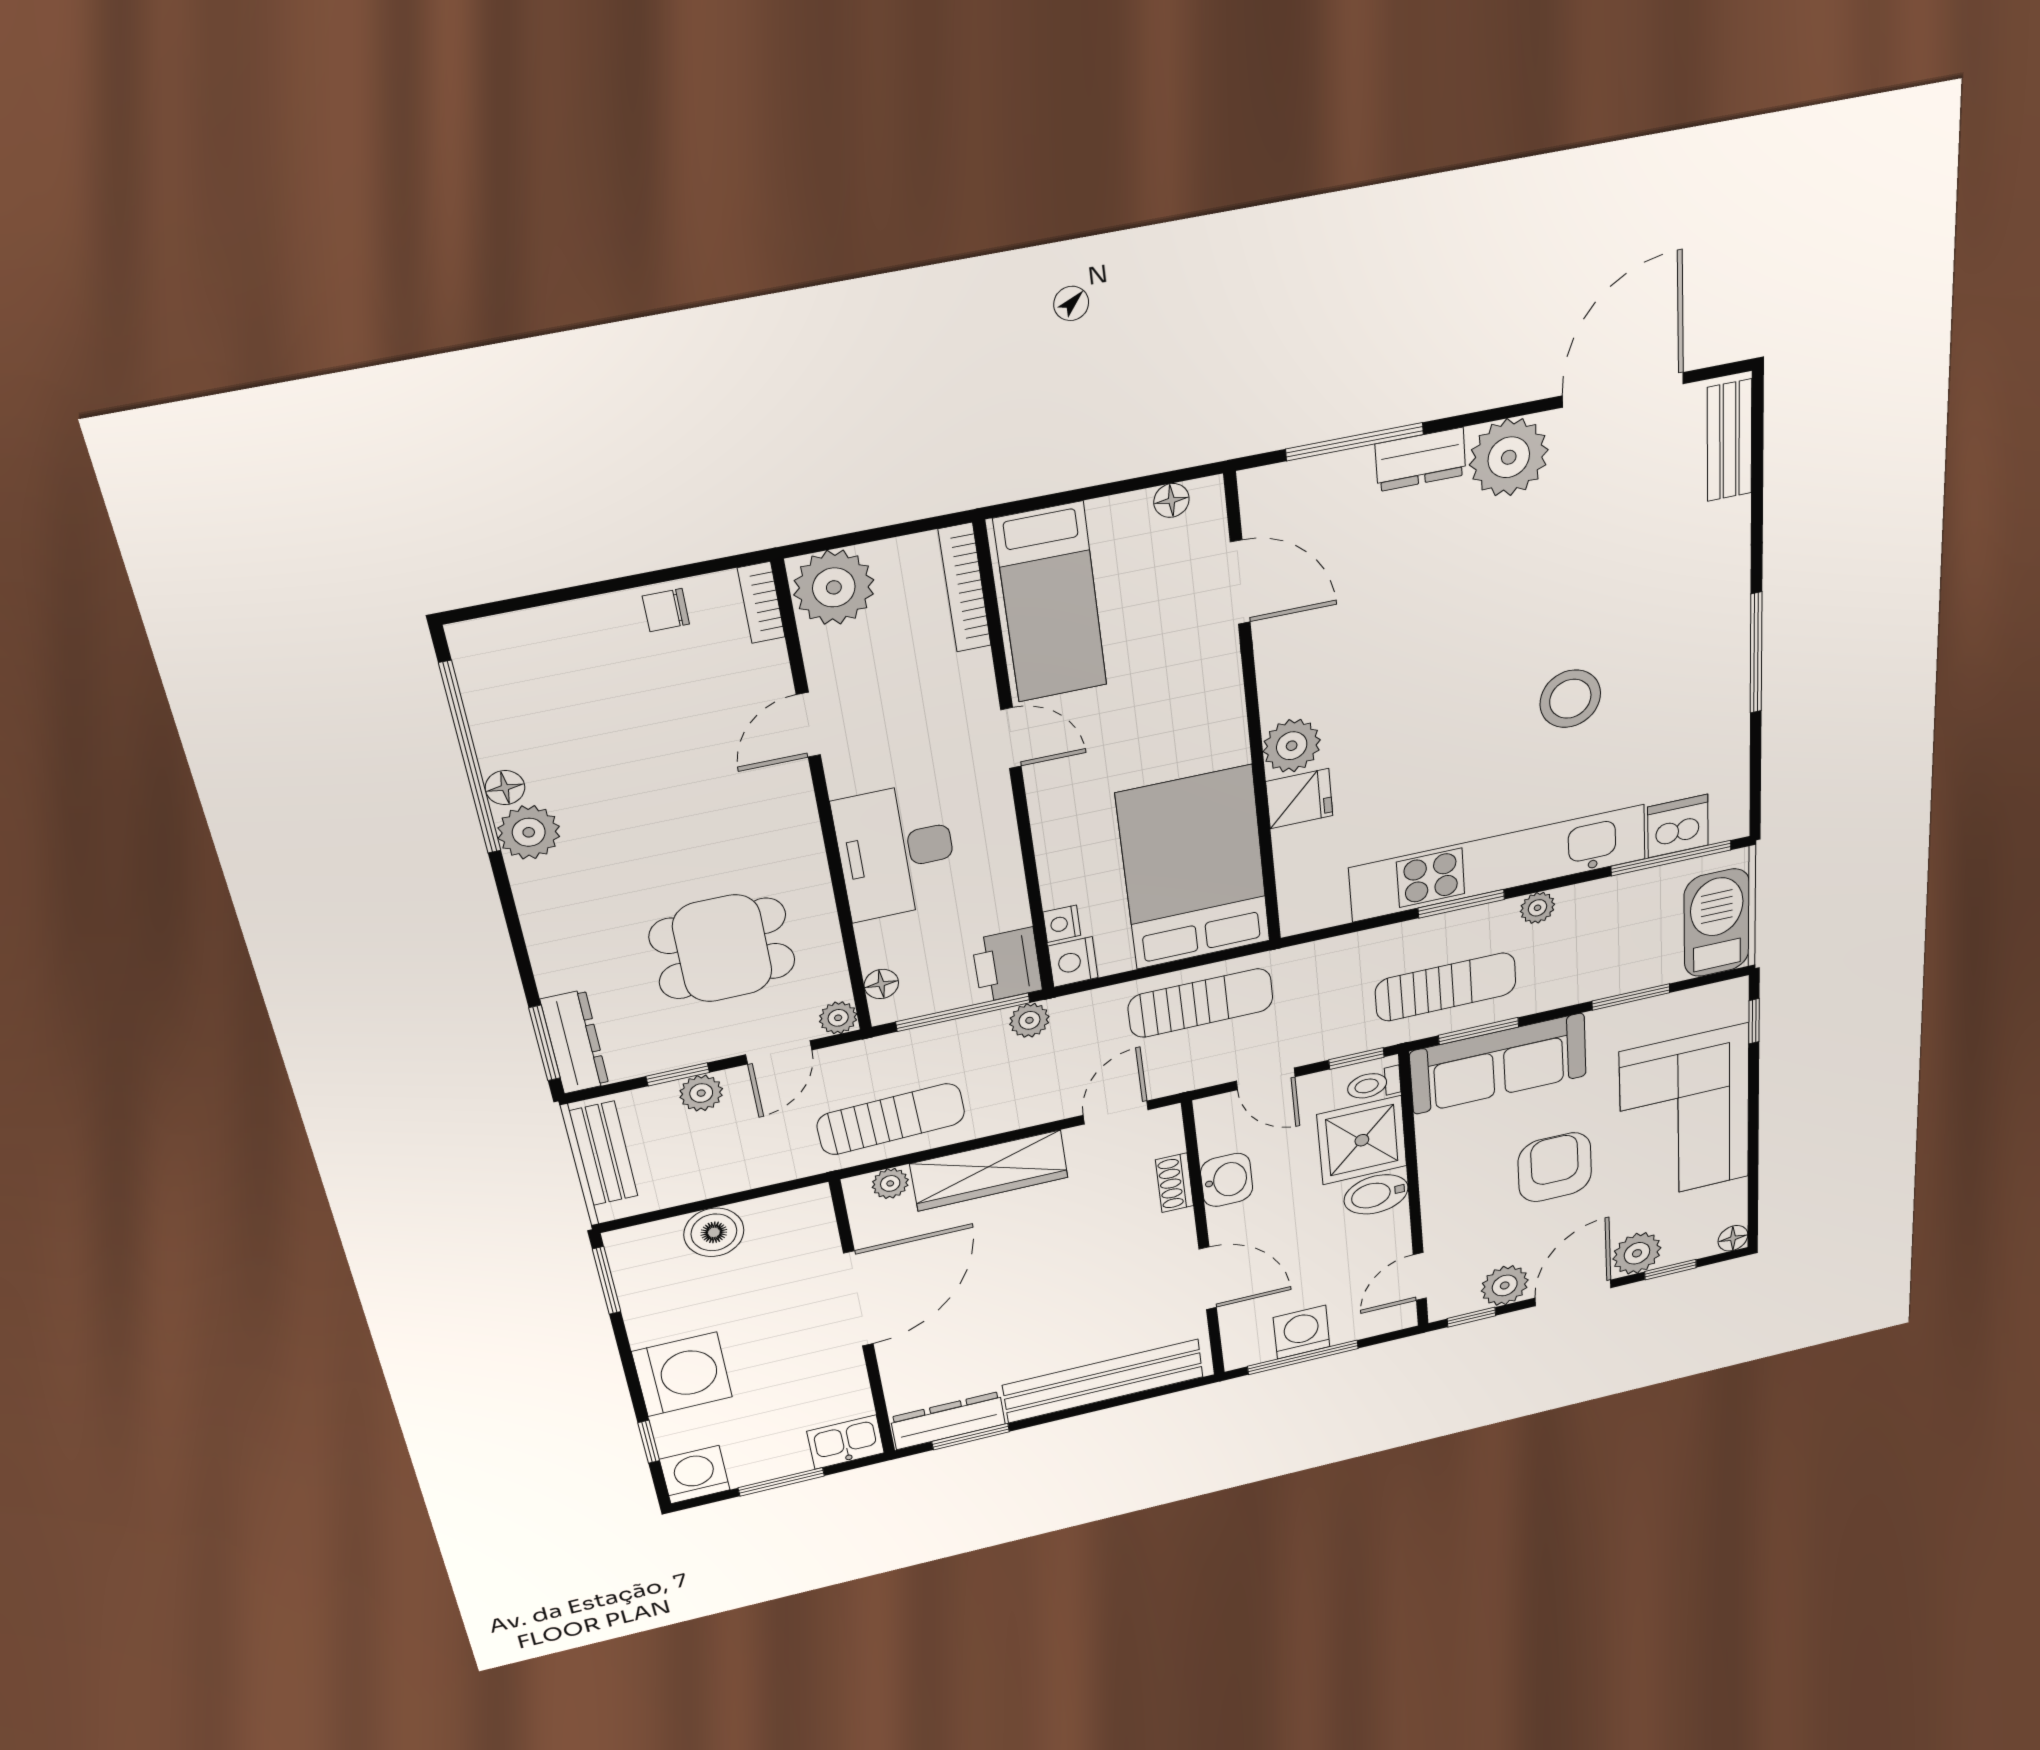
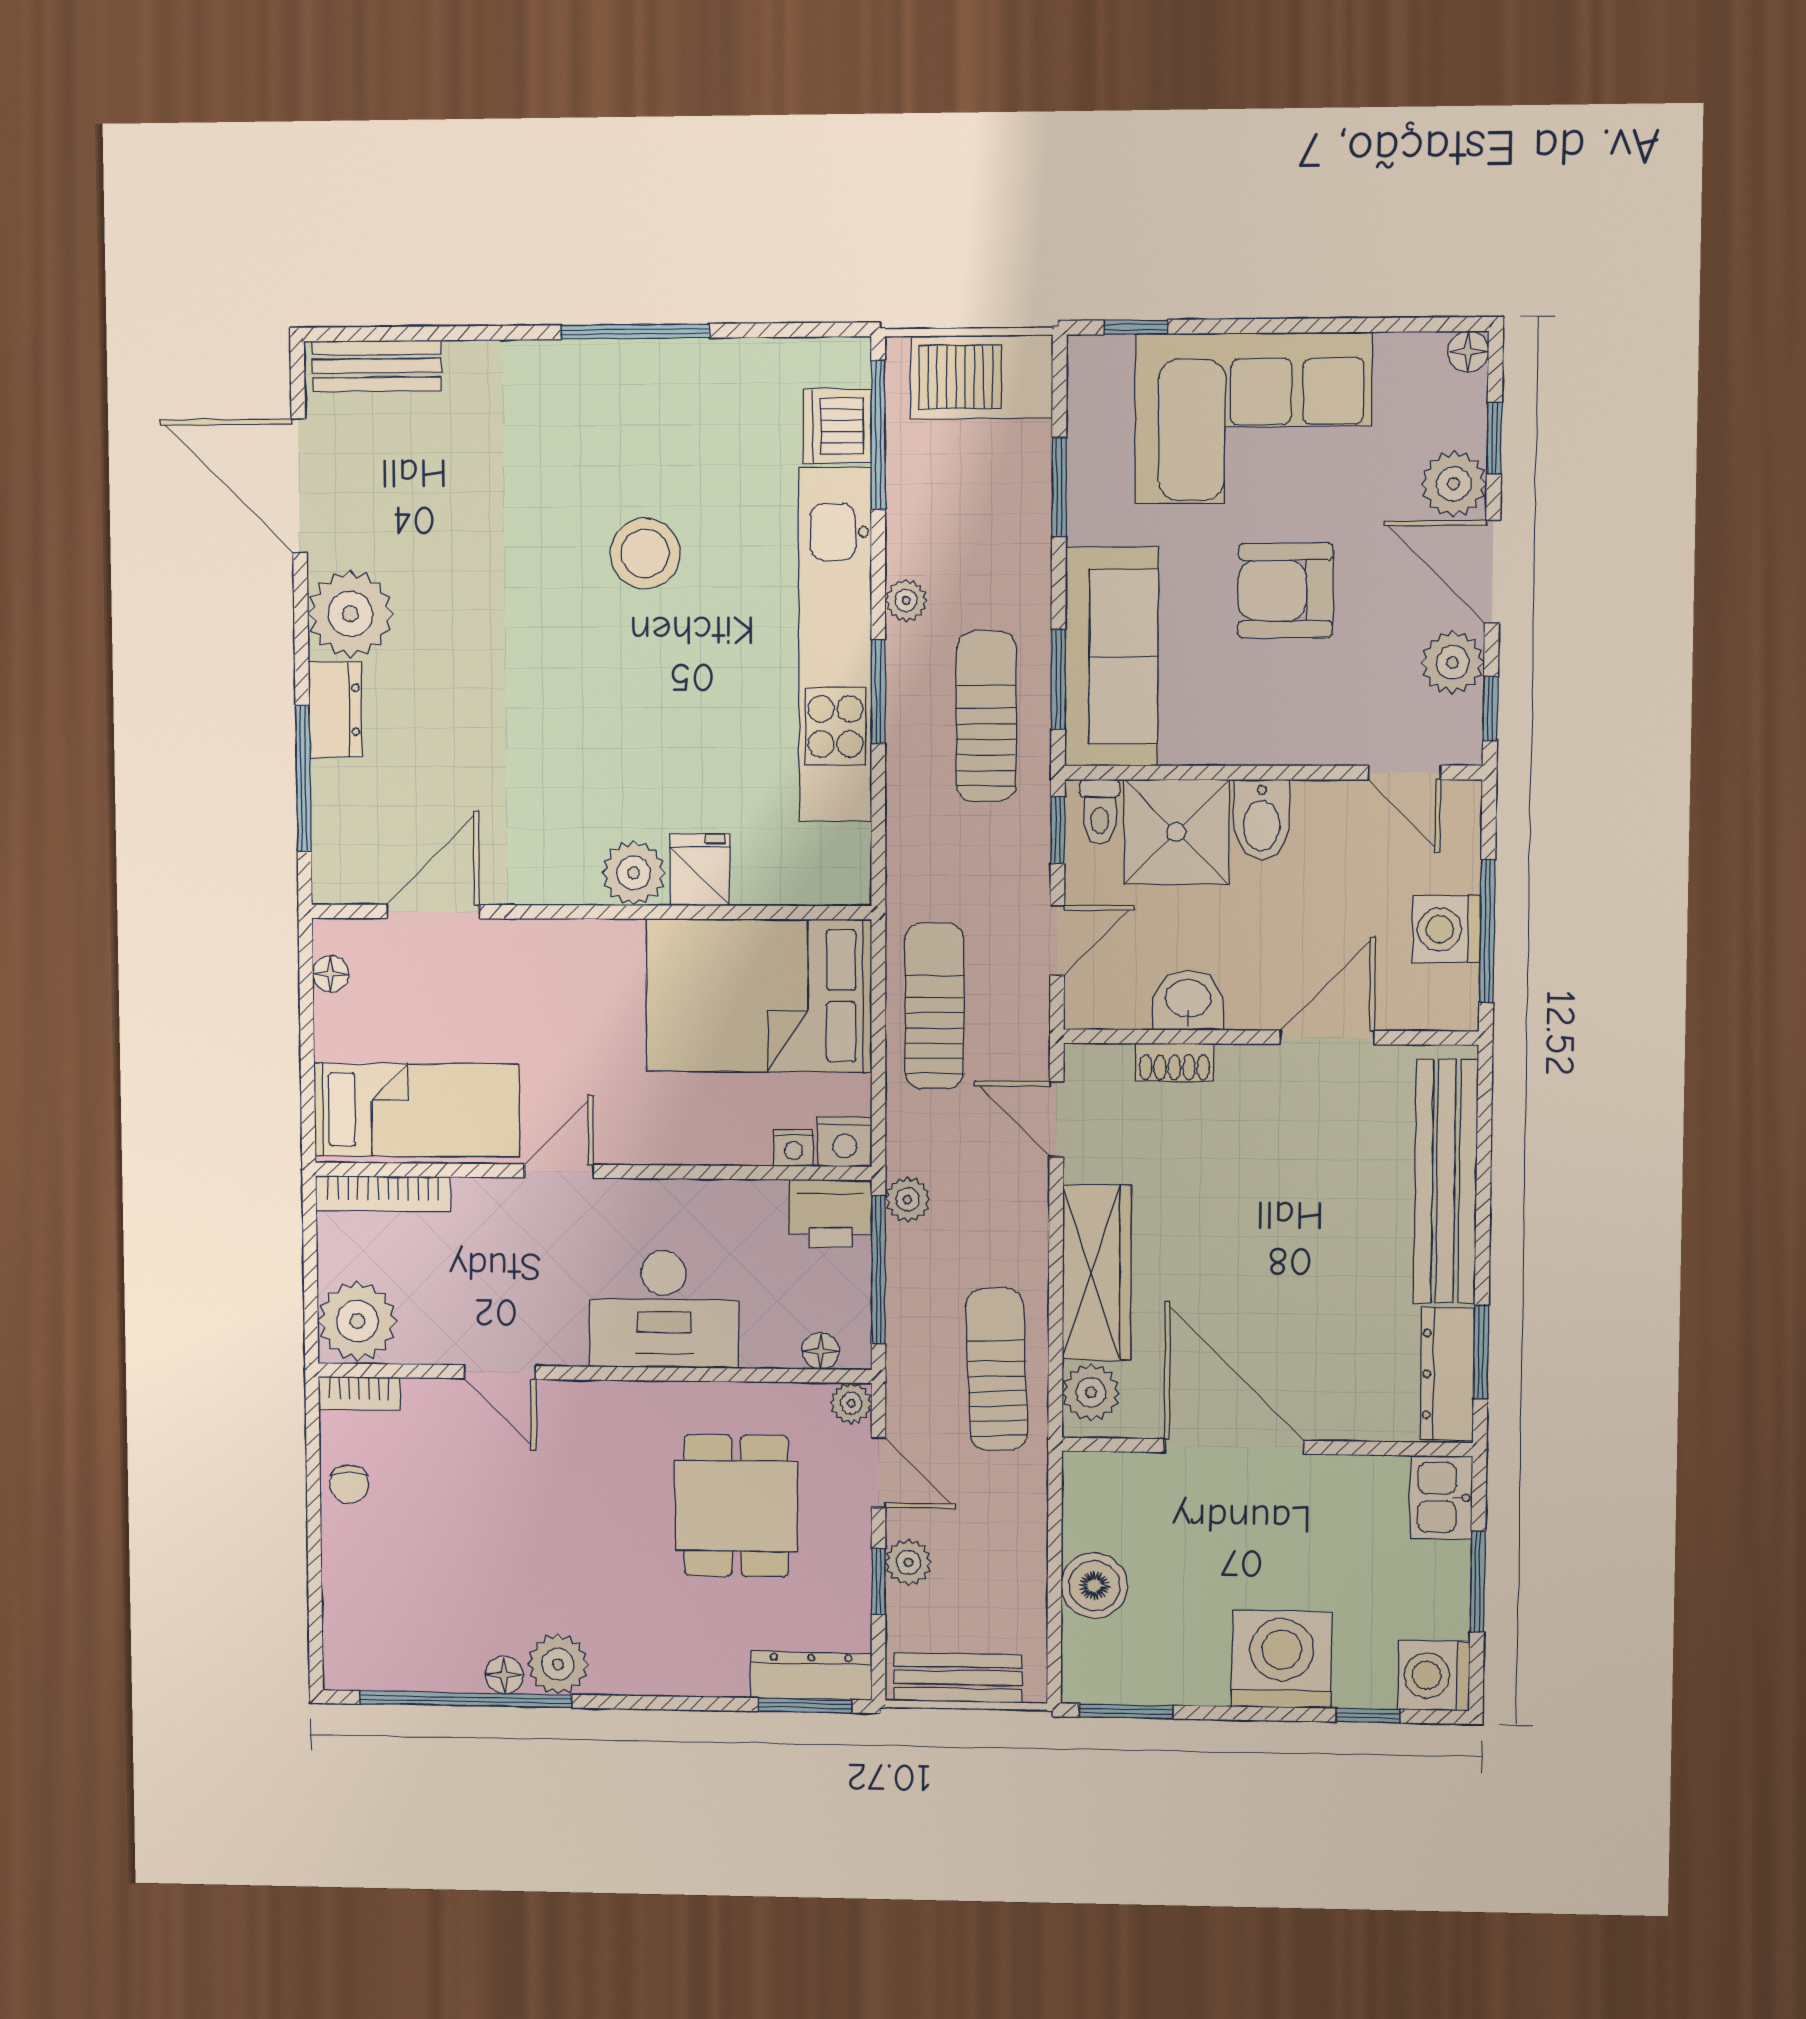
plant: (890, 1183) -> (1091, 1392), width x1.38, depth x1.38

